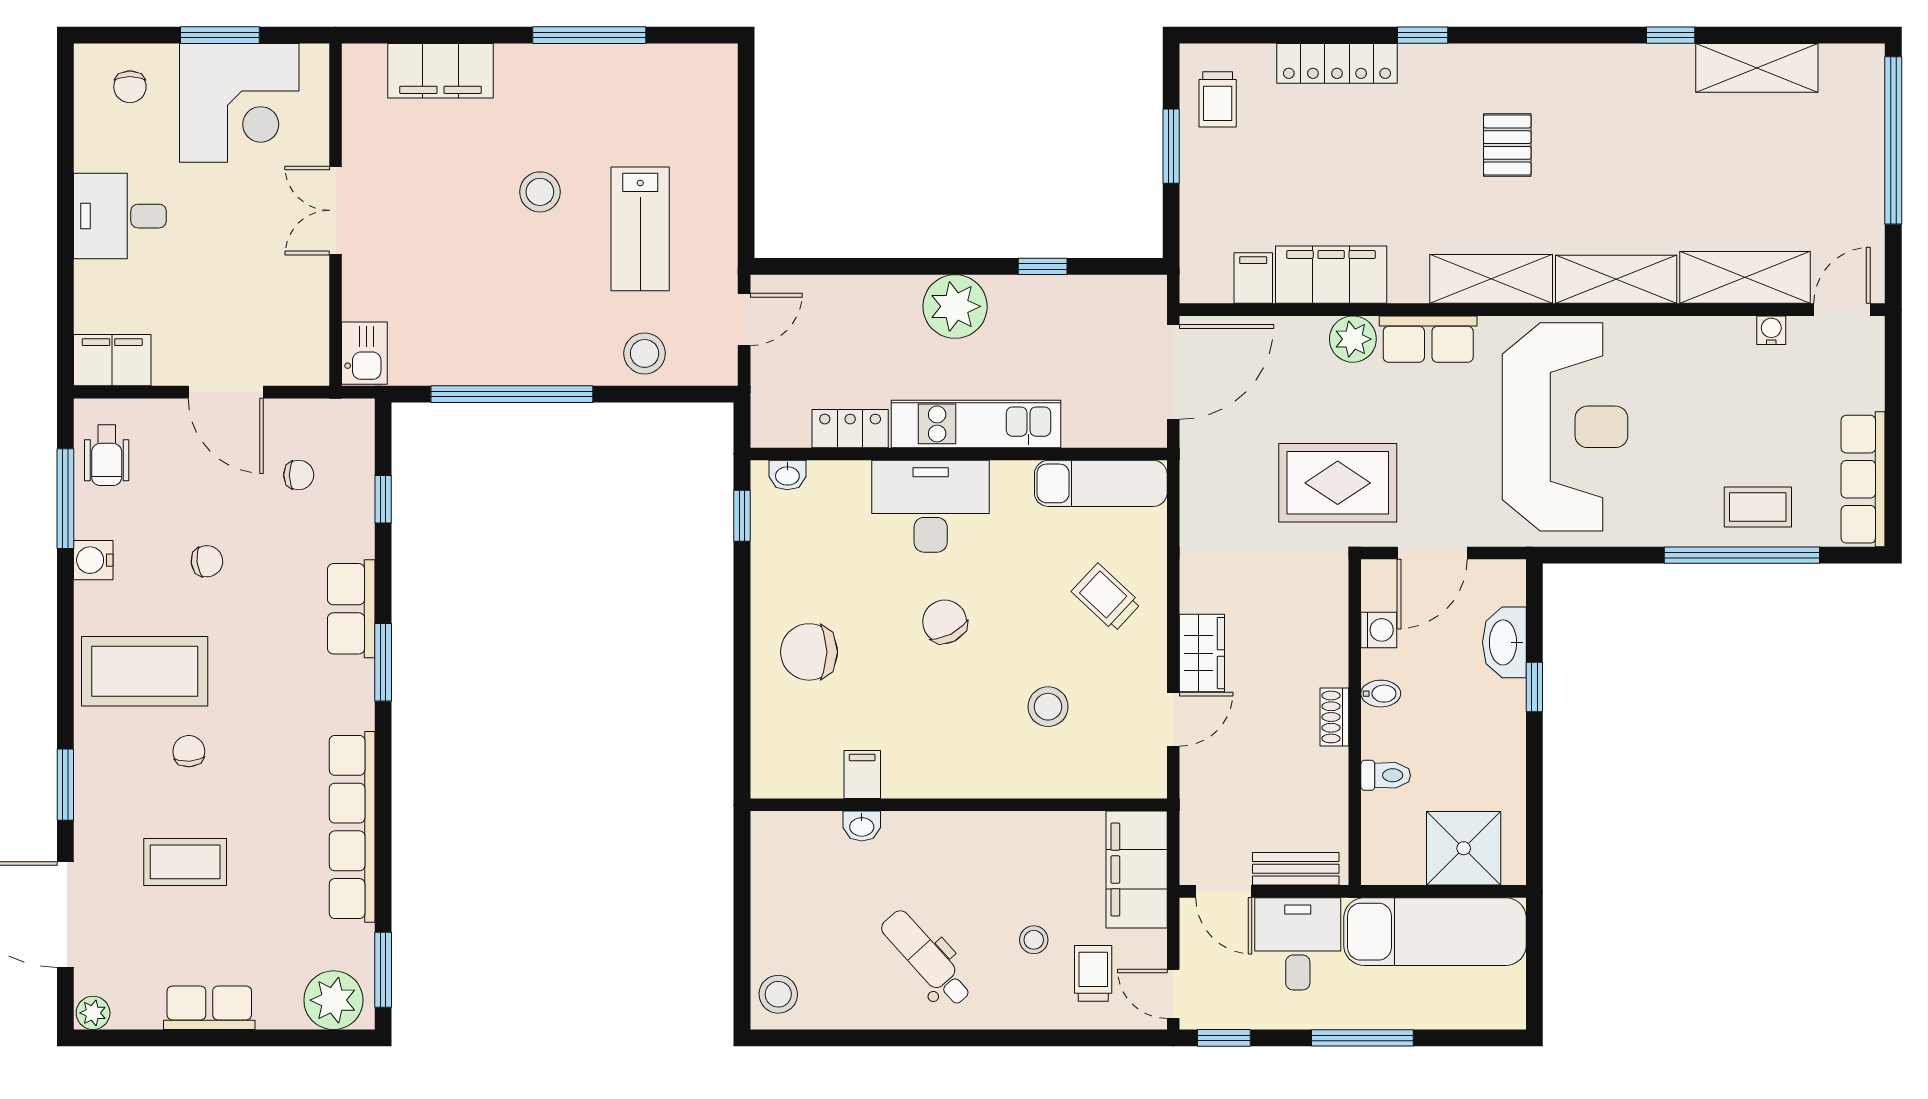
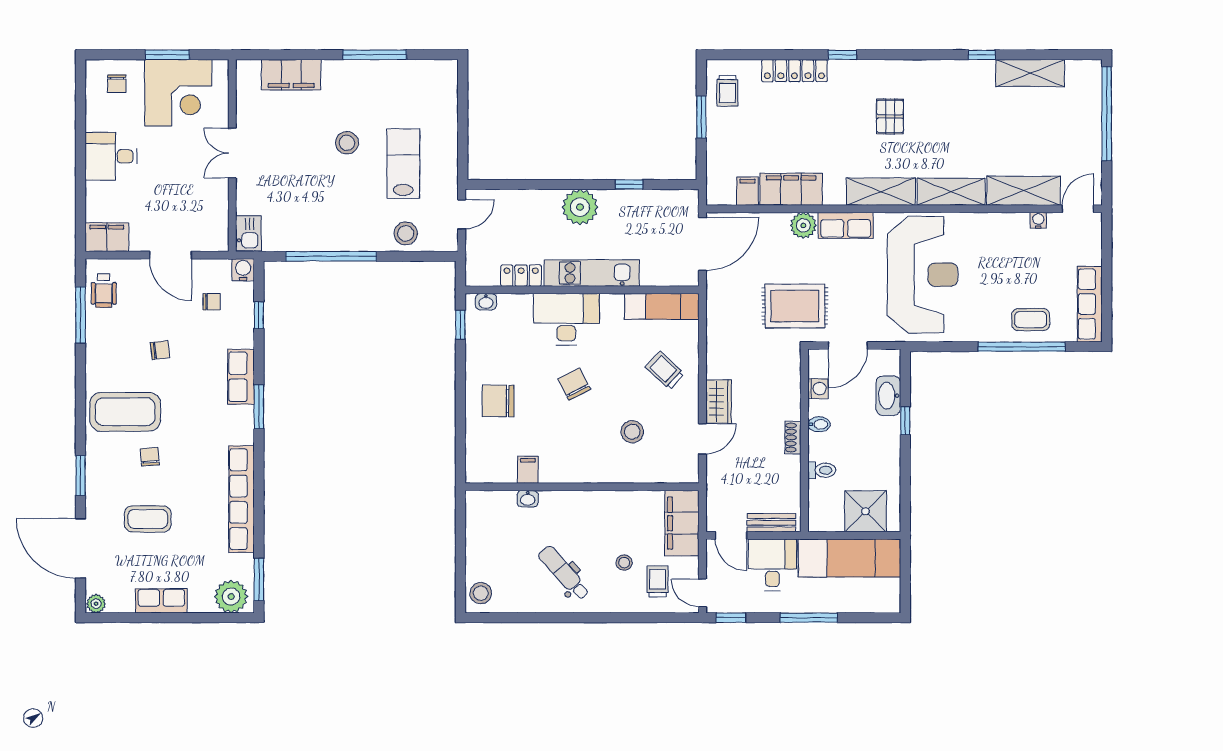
lab bench: (640, 229) -> (403, 163), turned 180
water cooler: (93, 560) -> (243, 270), moved, turned 90

